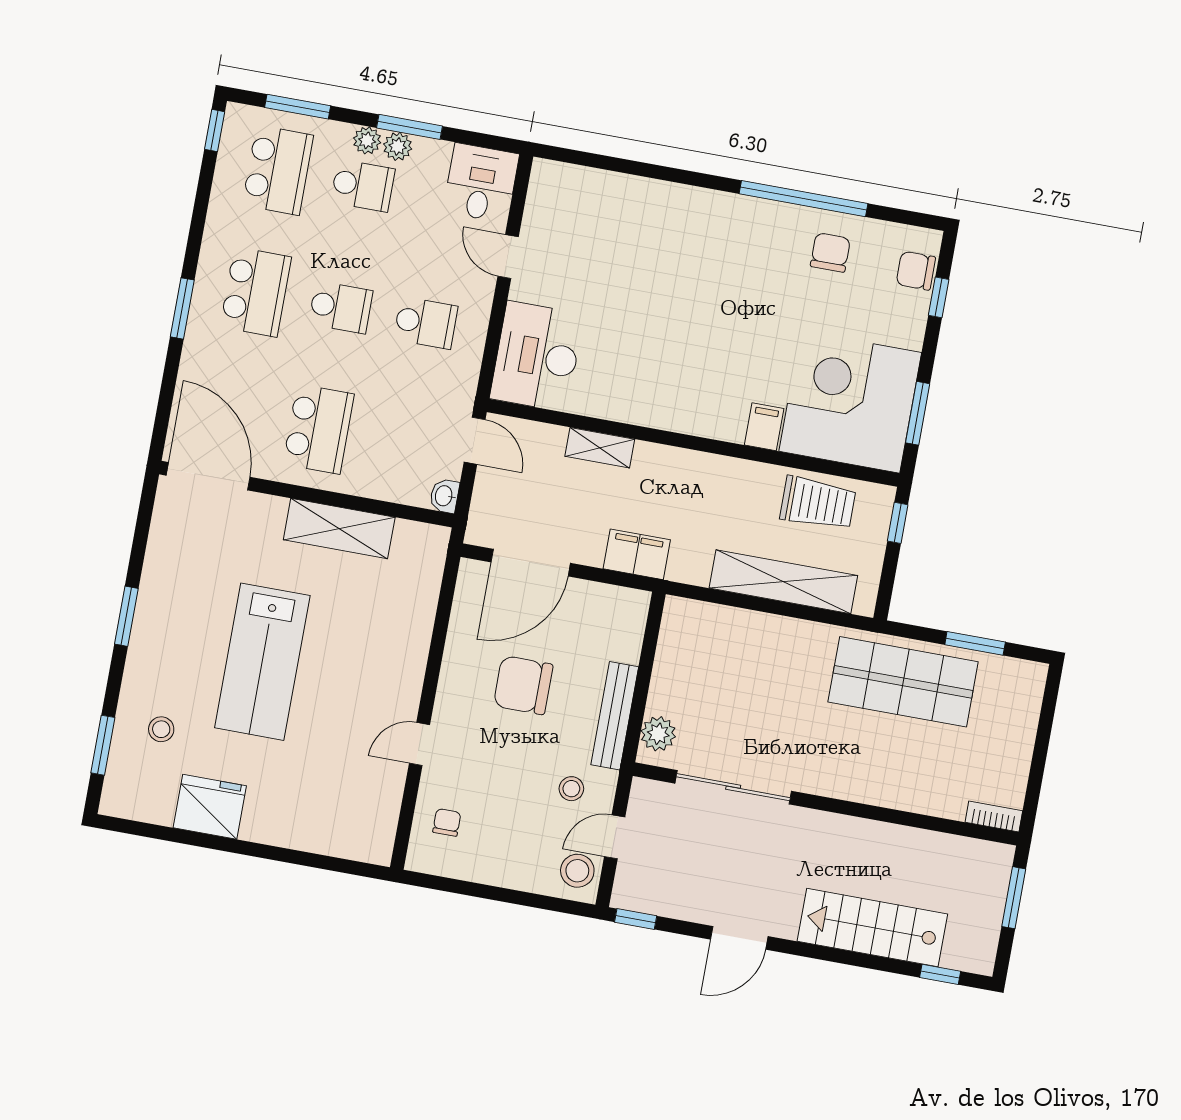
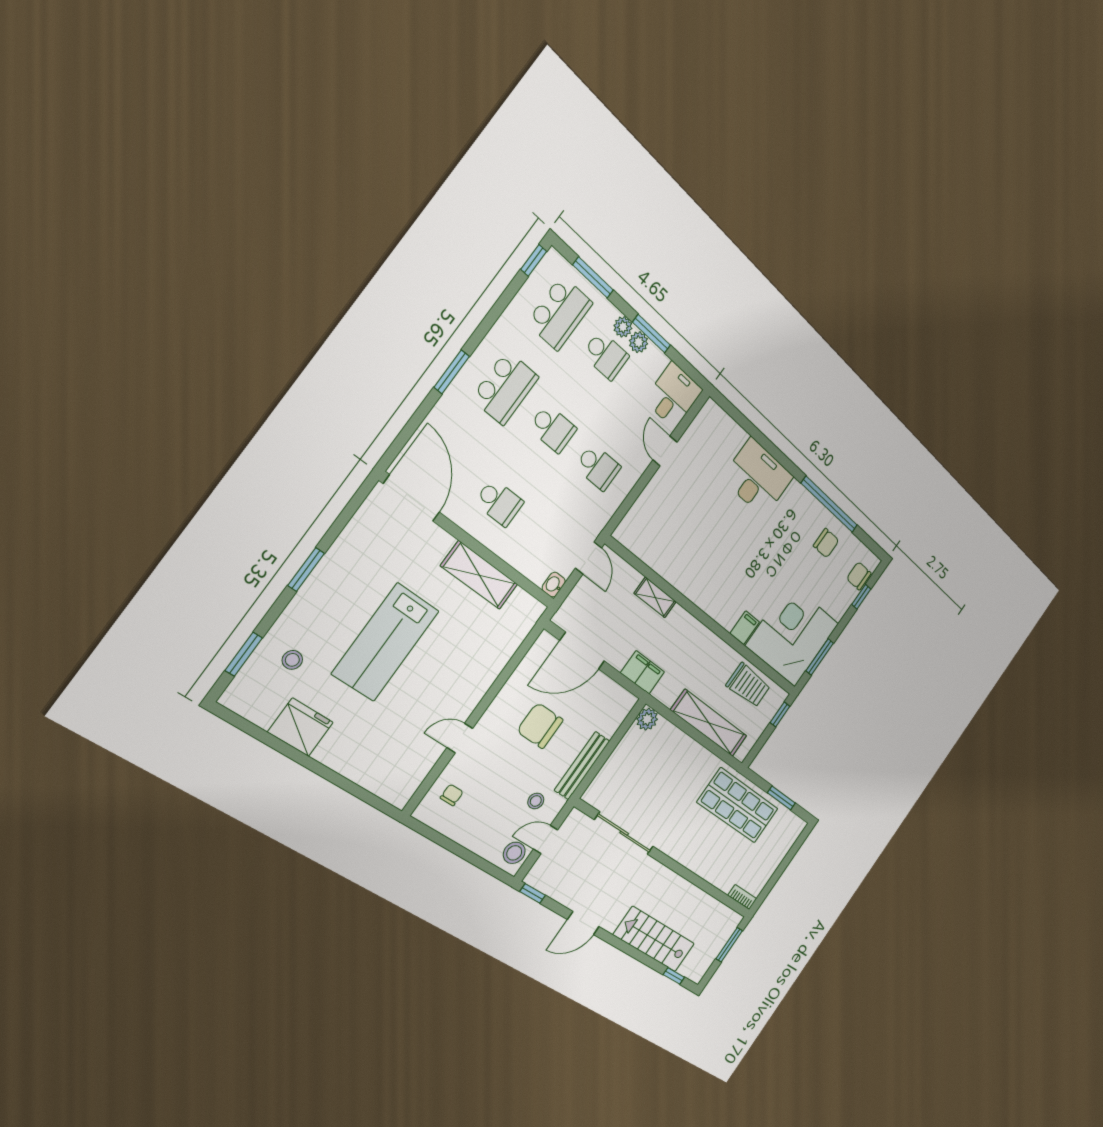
chair: (830, 252) -> (826, 543), turned 90
desk: (537, 356) -> (758, 478), moved, turned 90
school desk: (319, 429) -> (499, 502), width x0.54
plant: (658, 734) -> (647, 719), moved

